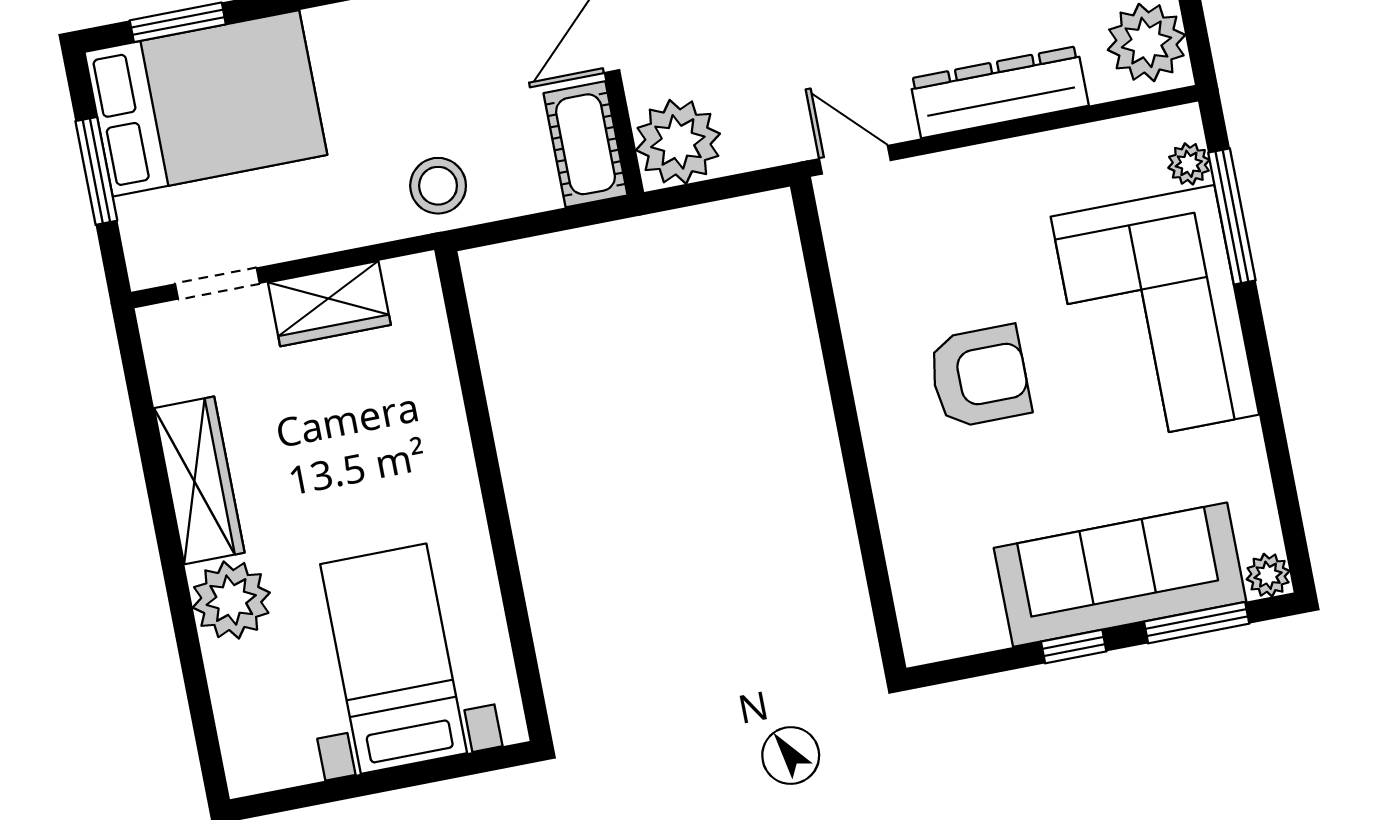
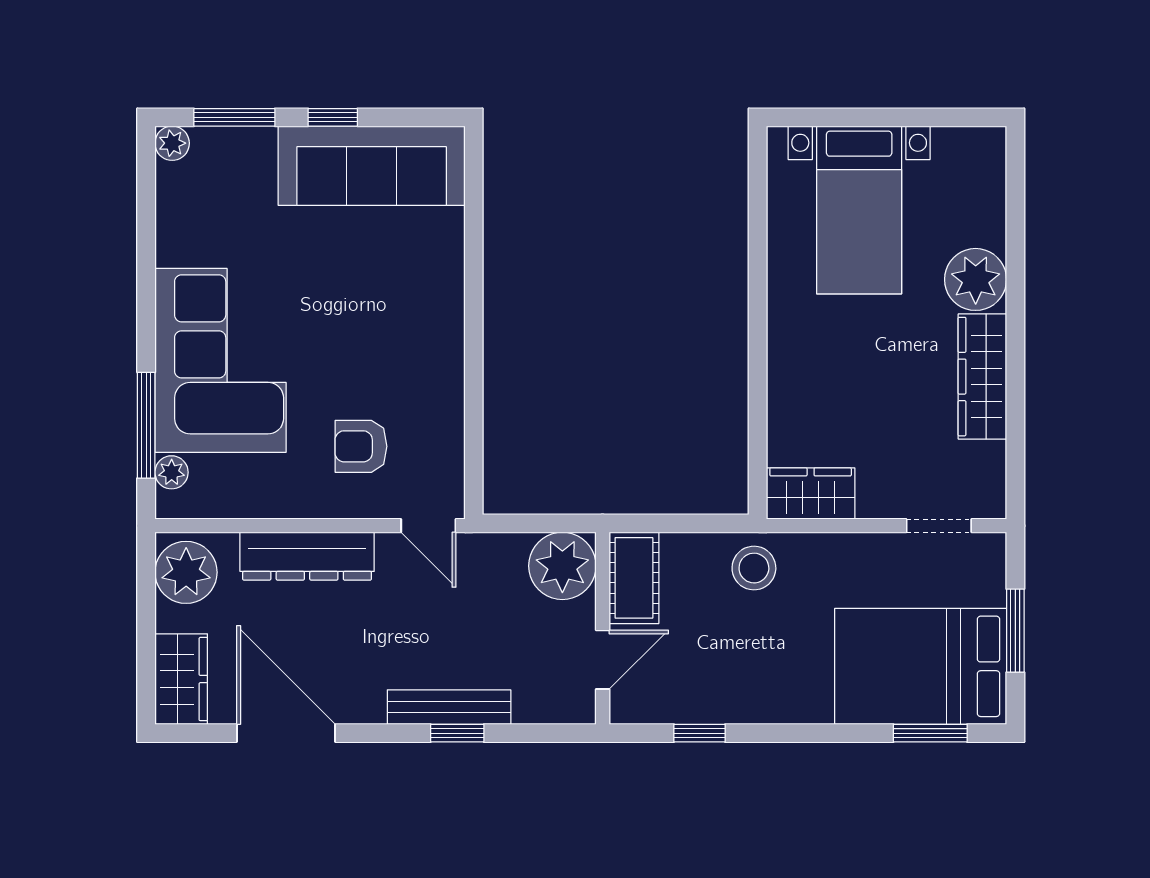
wardrobe: (329, 304) -> (811, 493), moved
armchair: (979, 376) -> (361, 446), moved, width x0.72, depth x0.72
sofa: (1120, 575) -> (372, 166), moved

